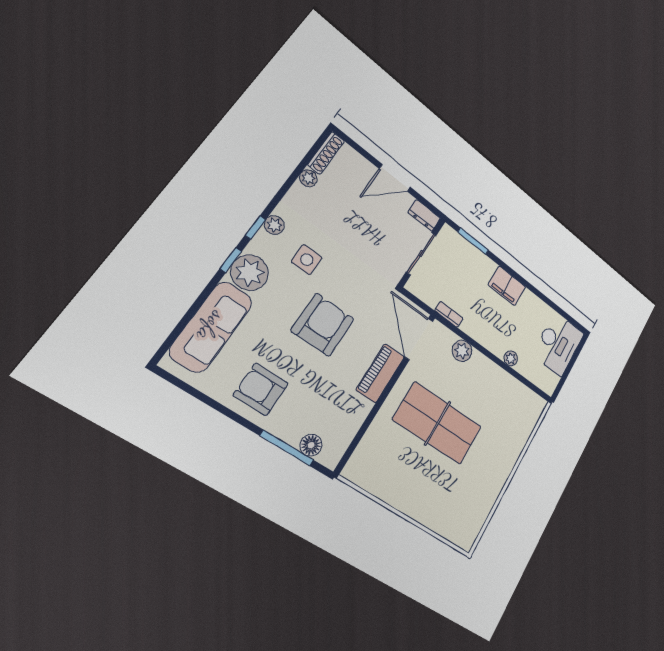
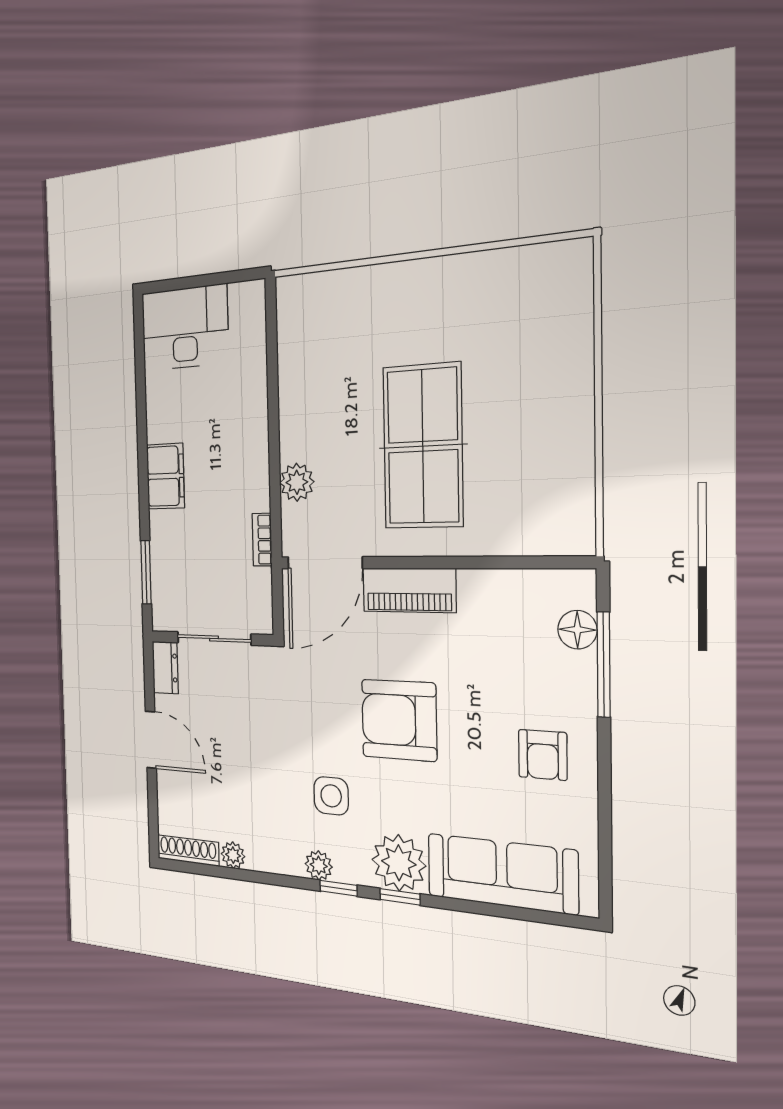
plant: (511, 358) -> (256, 393), removed
armchair: (261, 389) -> (543, 755), width x0.72, depth x0.72

